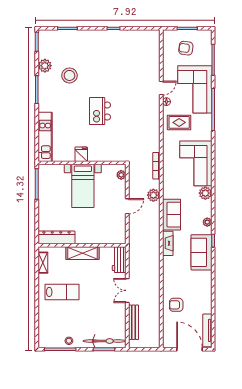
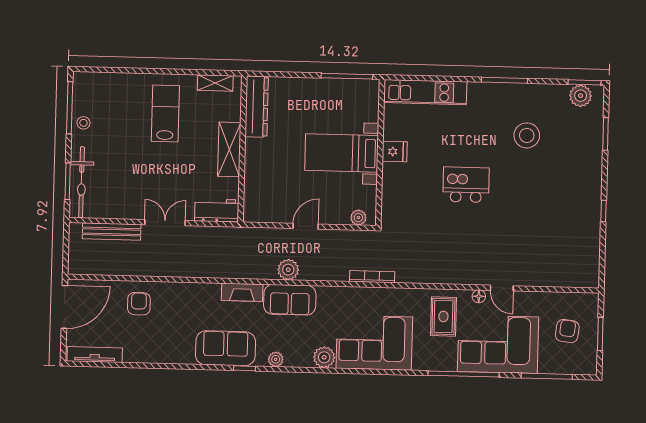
plant: (45, 66) -> (581, 96), moved
plant: (153, 195) -> (288, 270), moved
door: (127, 206) -> (306, 226), swing flipped
lab bench: (62, 292) -> (165, 114), turned 180
door: (189, 349) -> (64, 307), moved

